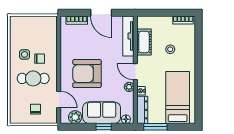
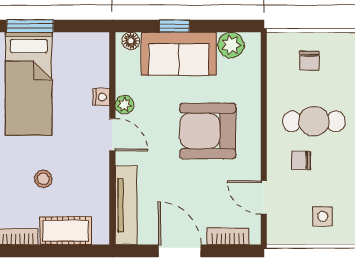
cot: (144, 42) -> (66, 231), moved, turned 90
side table: (25, 54) -> (323, 216), moved
armchair: (87, 74) -> (208, 131), turned 180
door: (59, 100) -> (264, 197), moved
dresser: (142, 110) -> (99, 59), removed
window: (155, 127) -> (30, 26), moved

